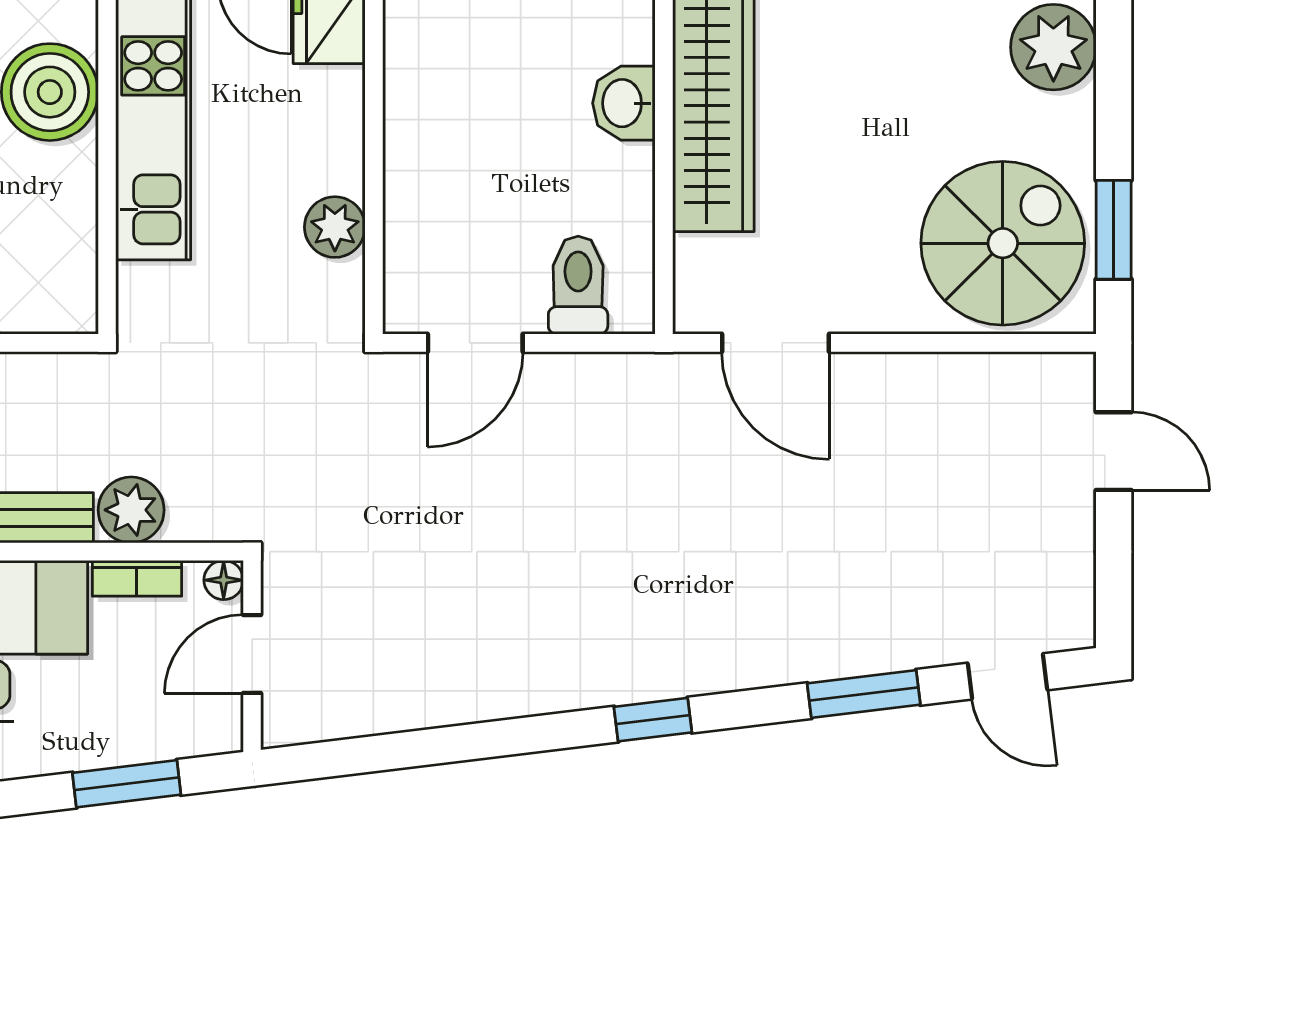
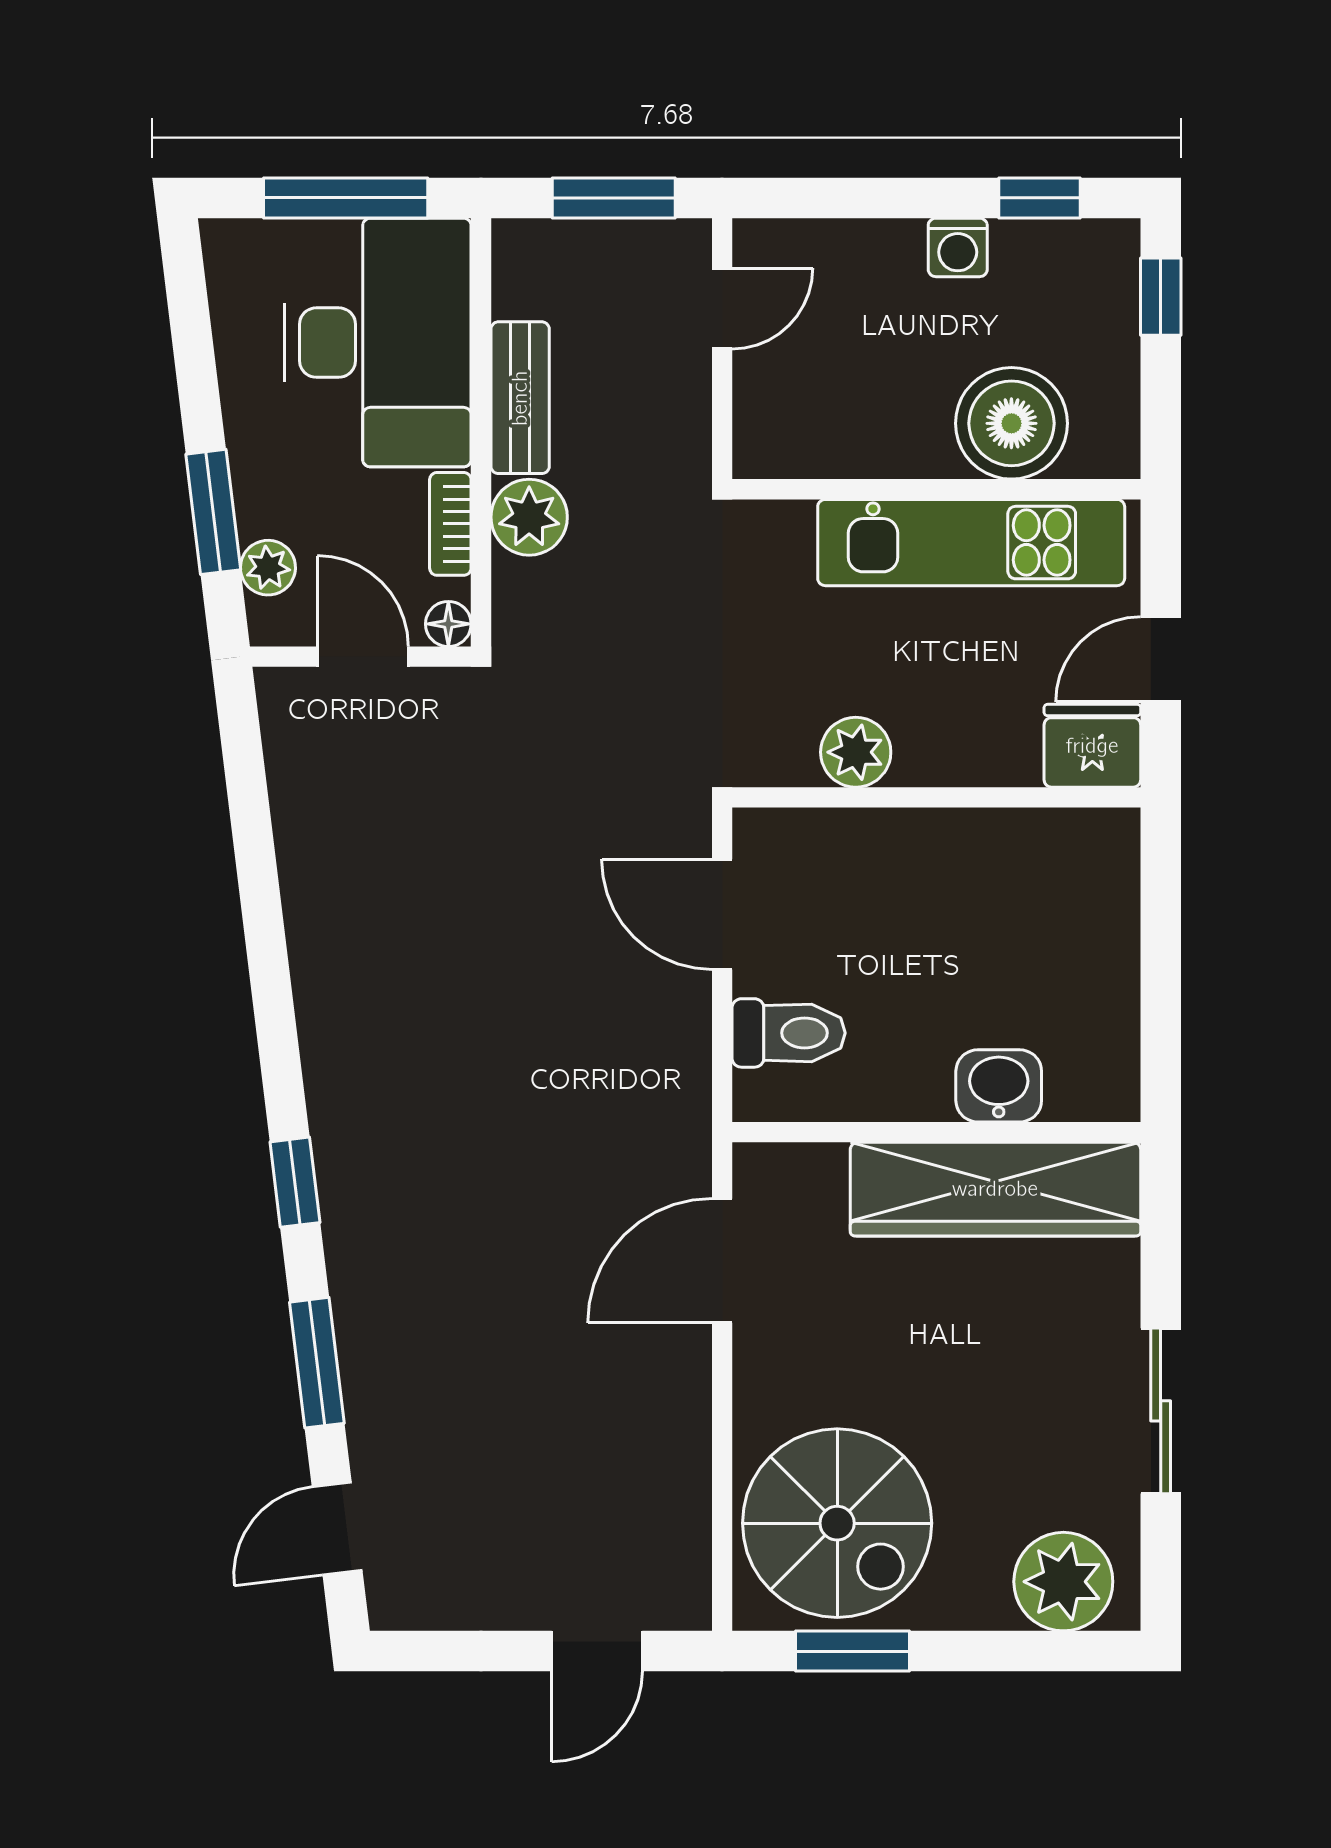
window: (653, 720) -> (295, 1182), moved
plant: (175, 736) -> (268, 568), added

